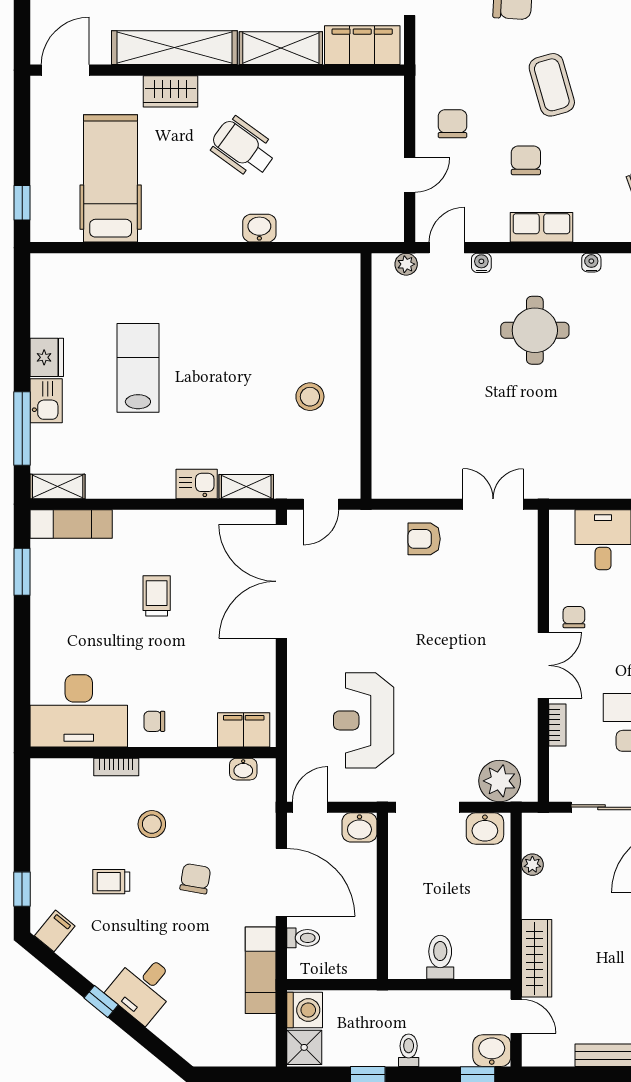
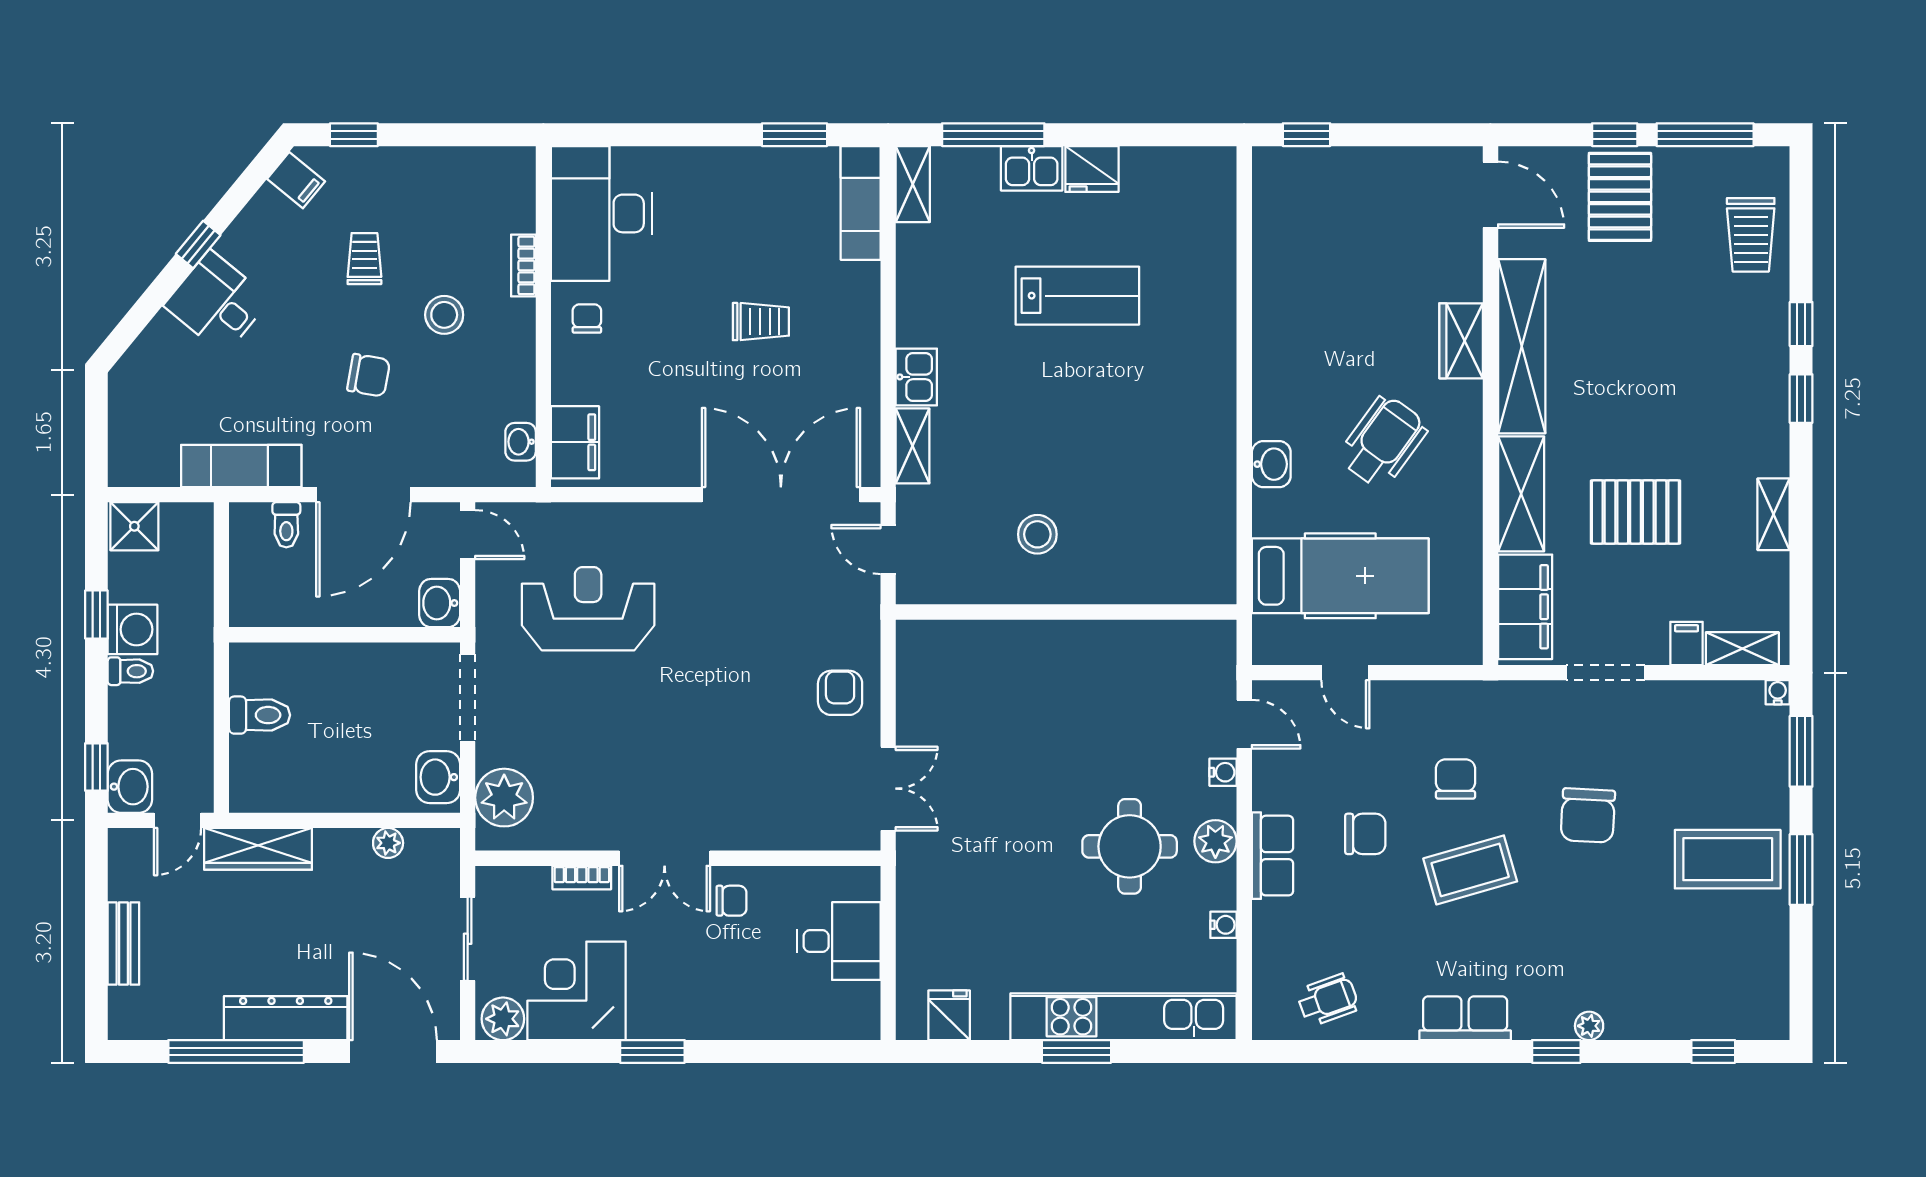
chair: (452, 124) -> (1455, 779), moved, turned -90
hospital bed: (111, 178) -> (1340, 576), moved
plant: (406, 264) -> (1215, 841), moved, width x1.38, depth x1.38
washing machine: (305, 1010) -> (133, 629), moved, turned -90

